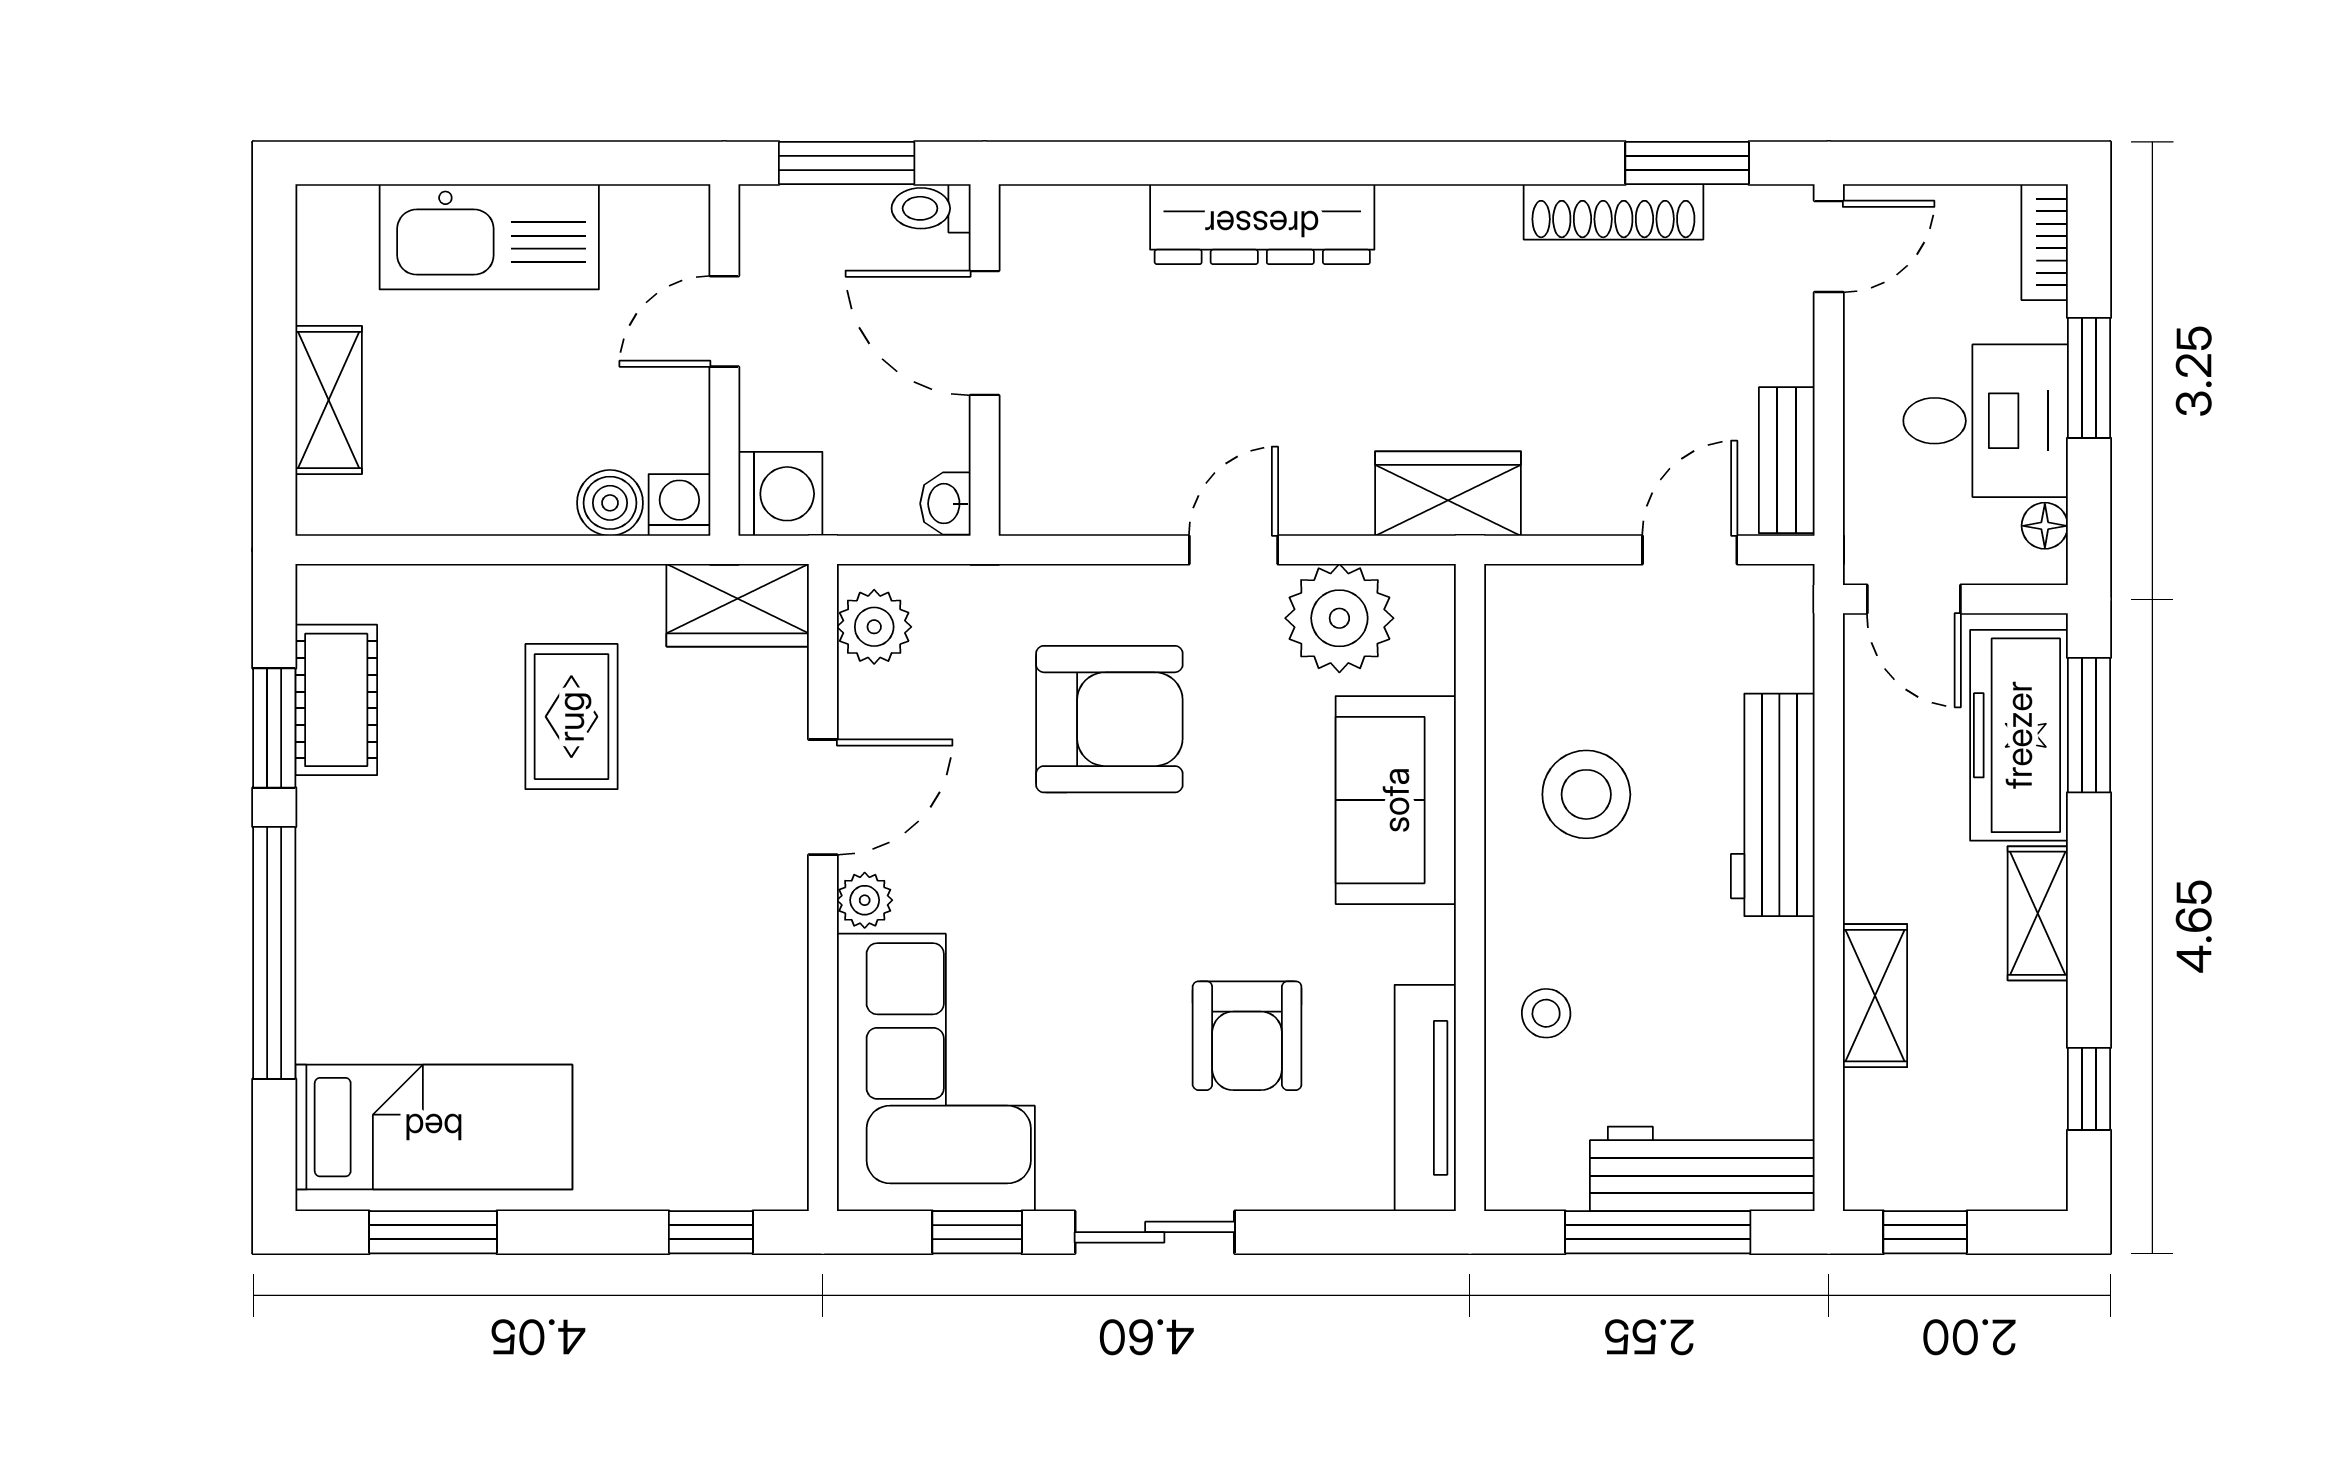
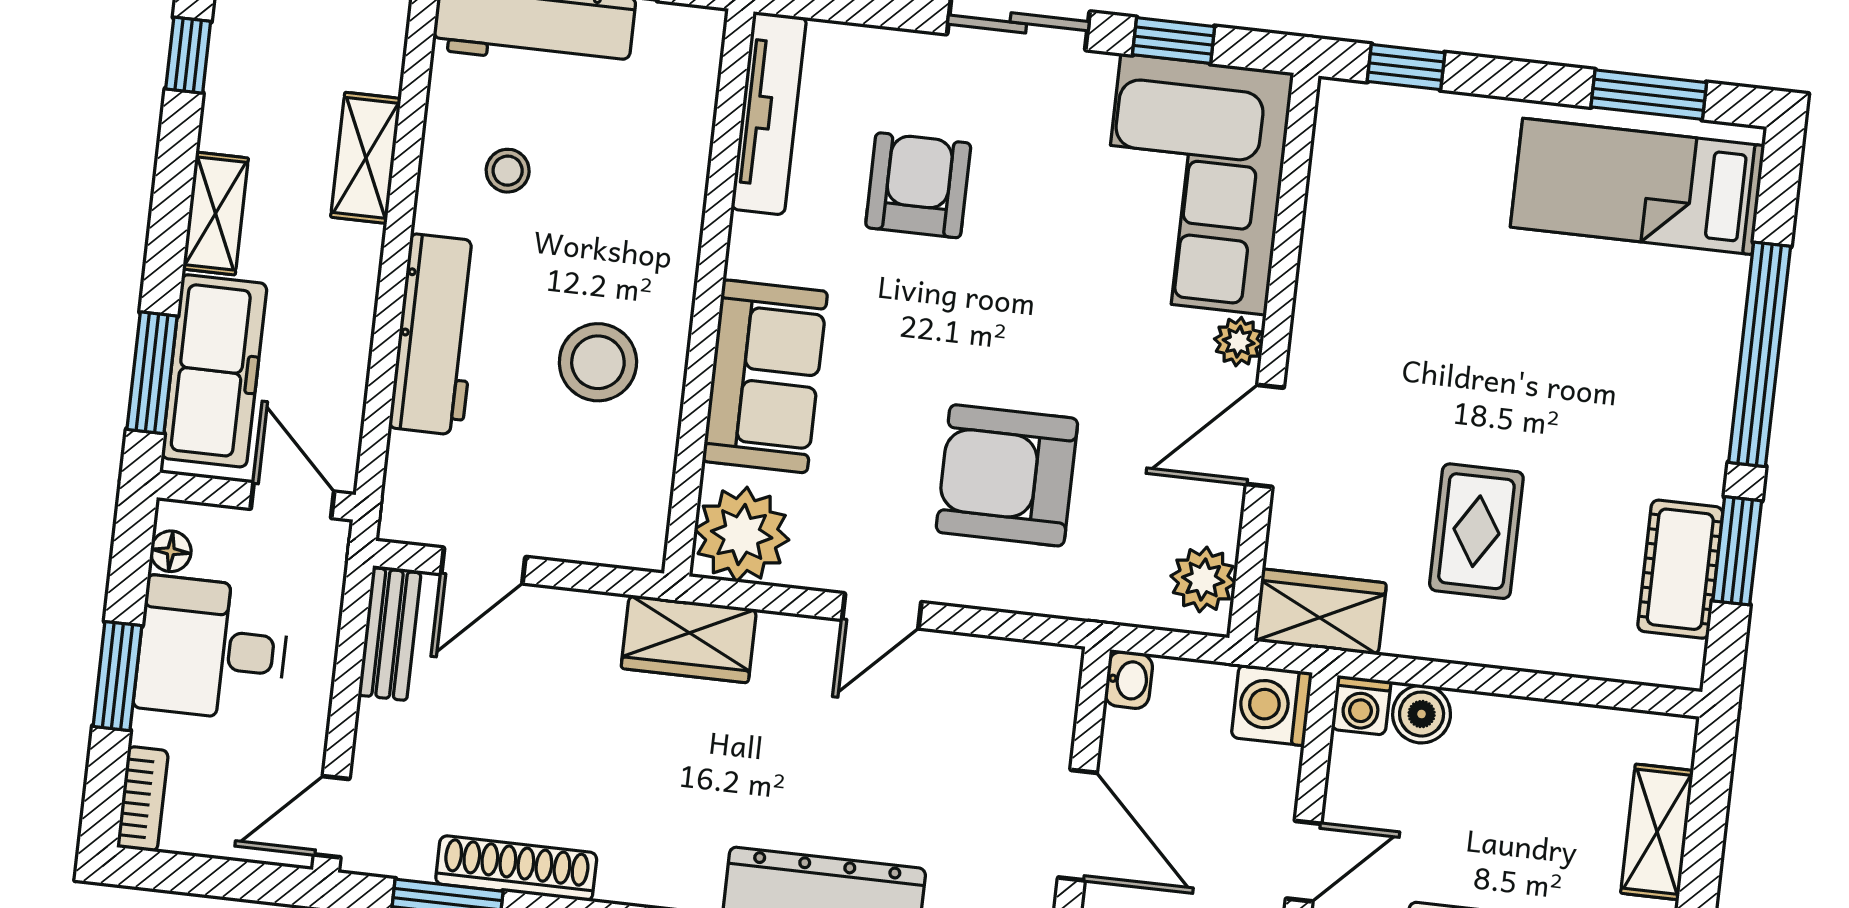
plant: (1339, 618) -> (742, 534), moved
stool: (1546, 1013) -> (508, 171), moved

